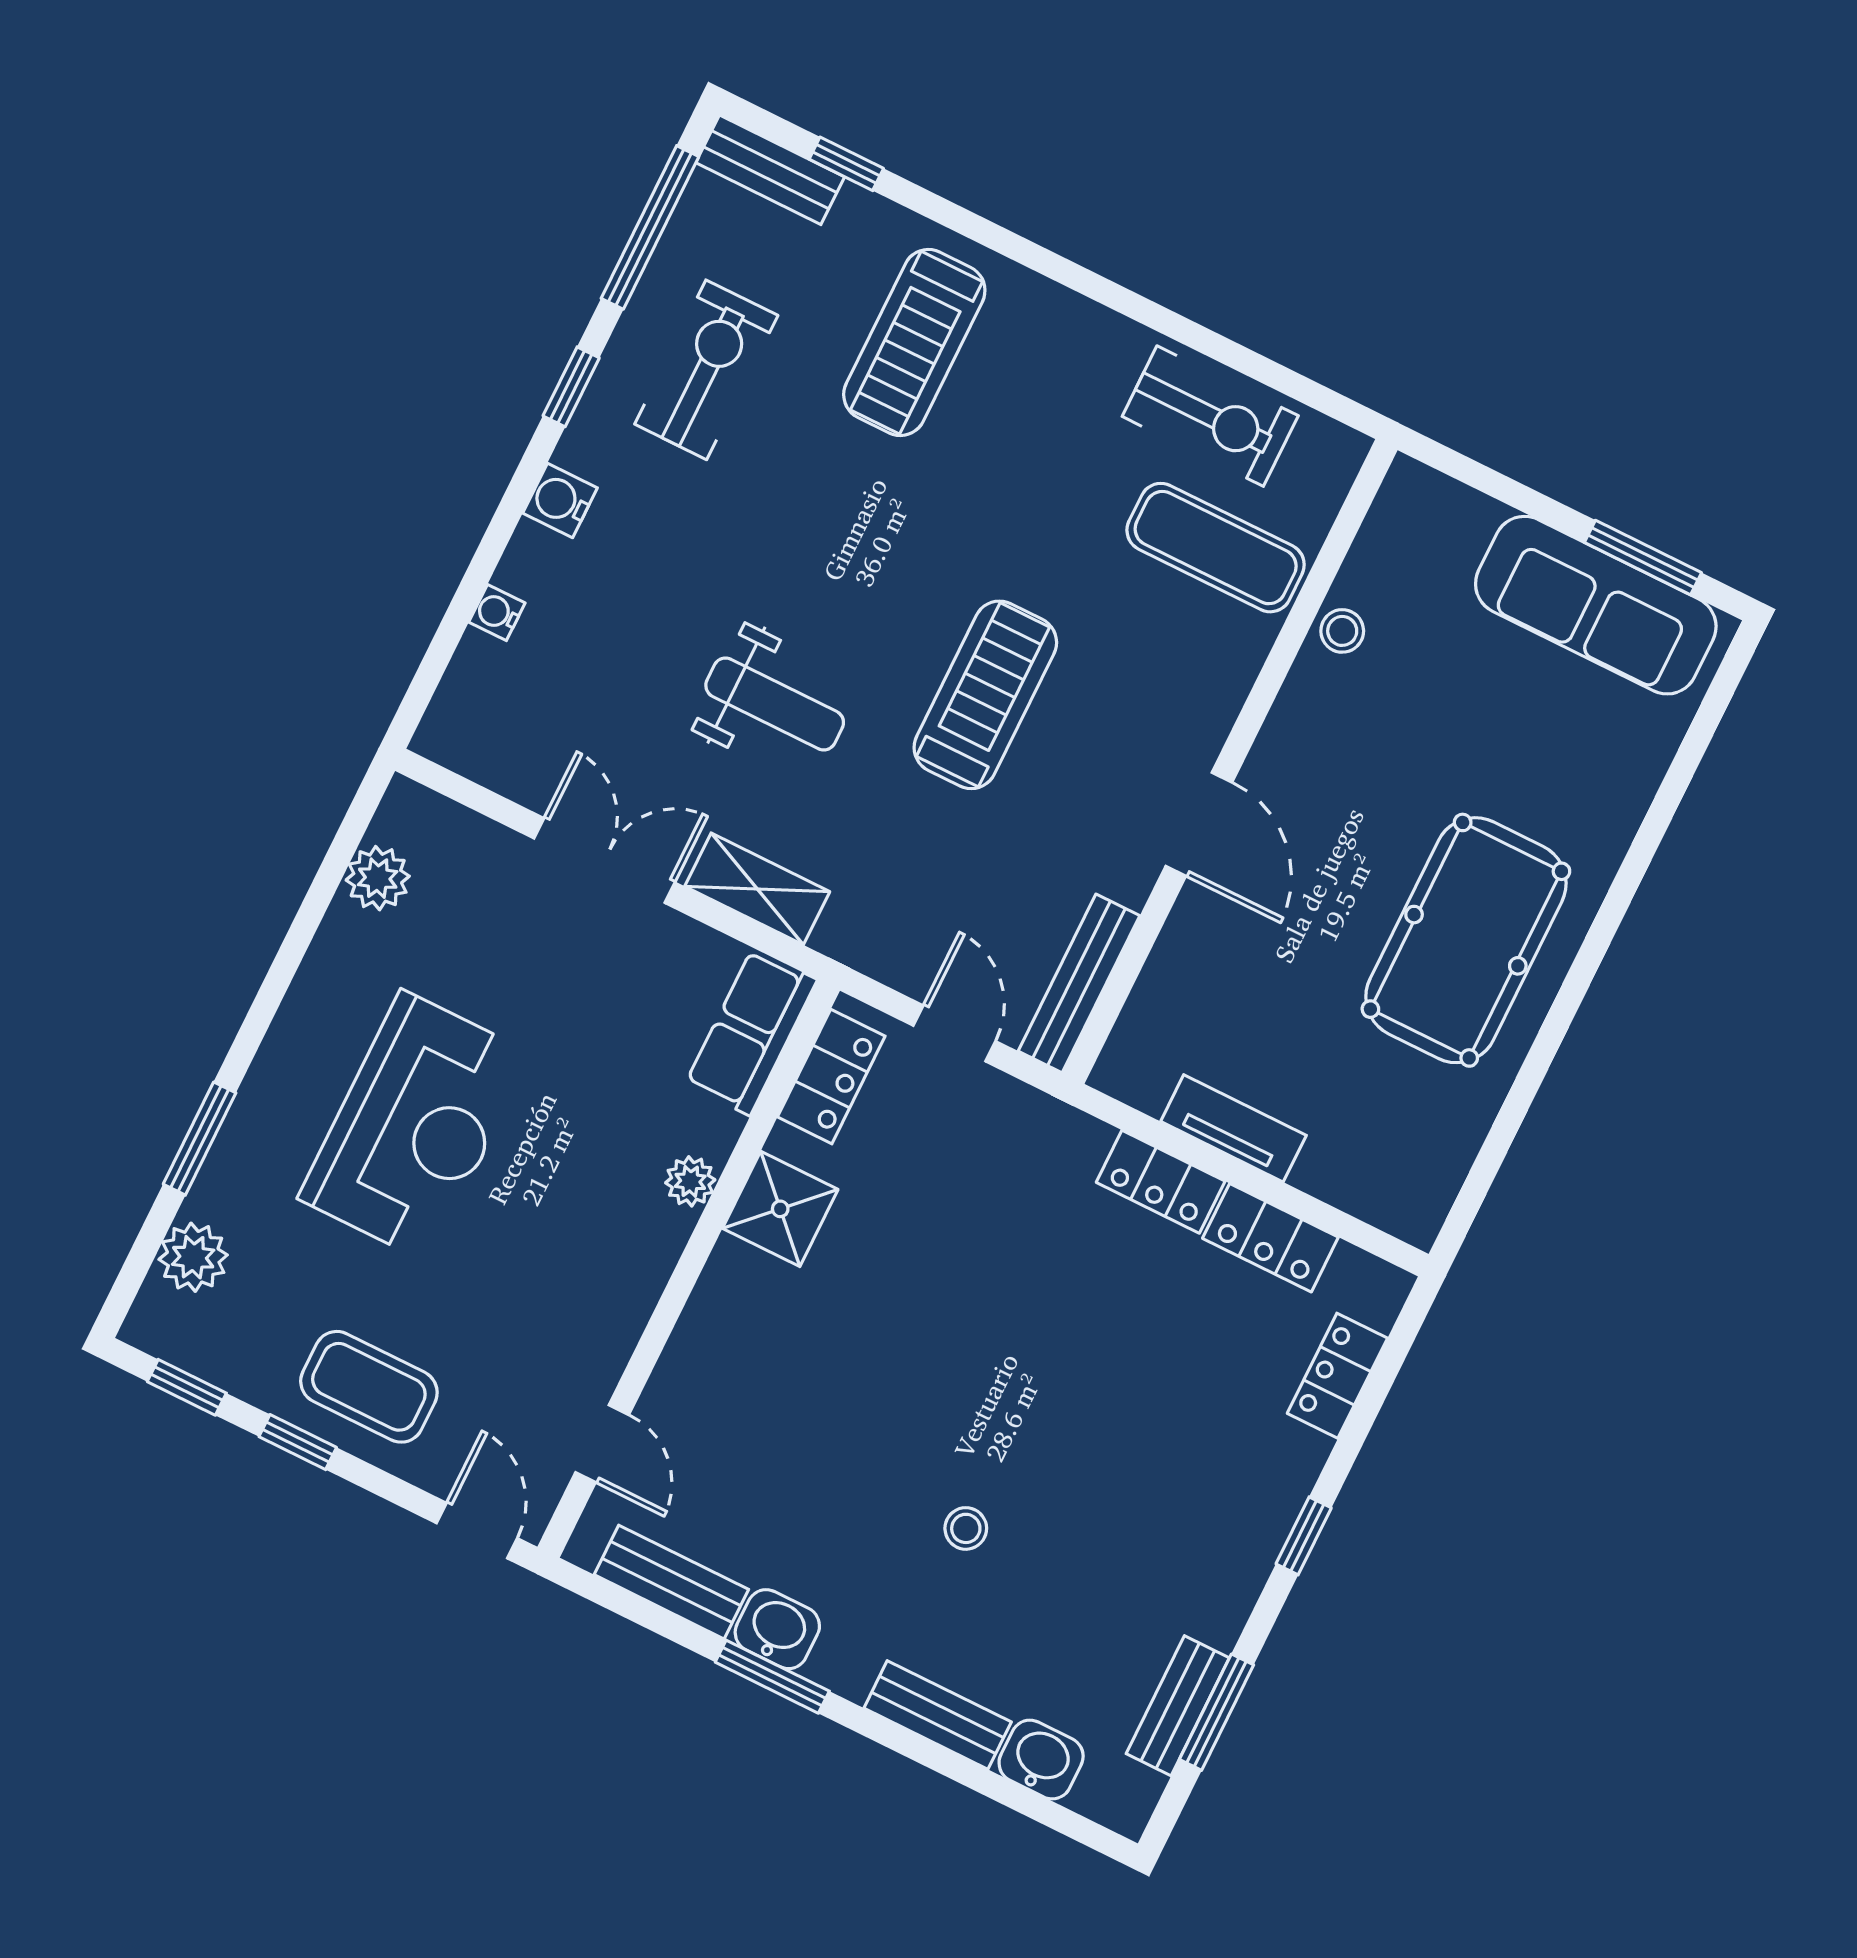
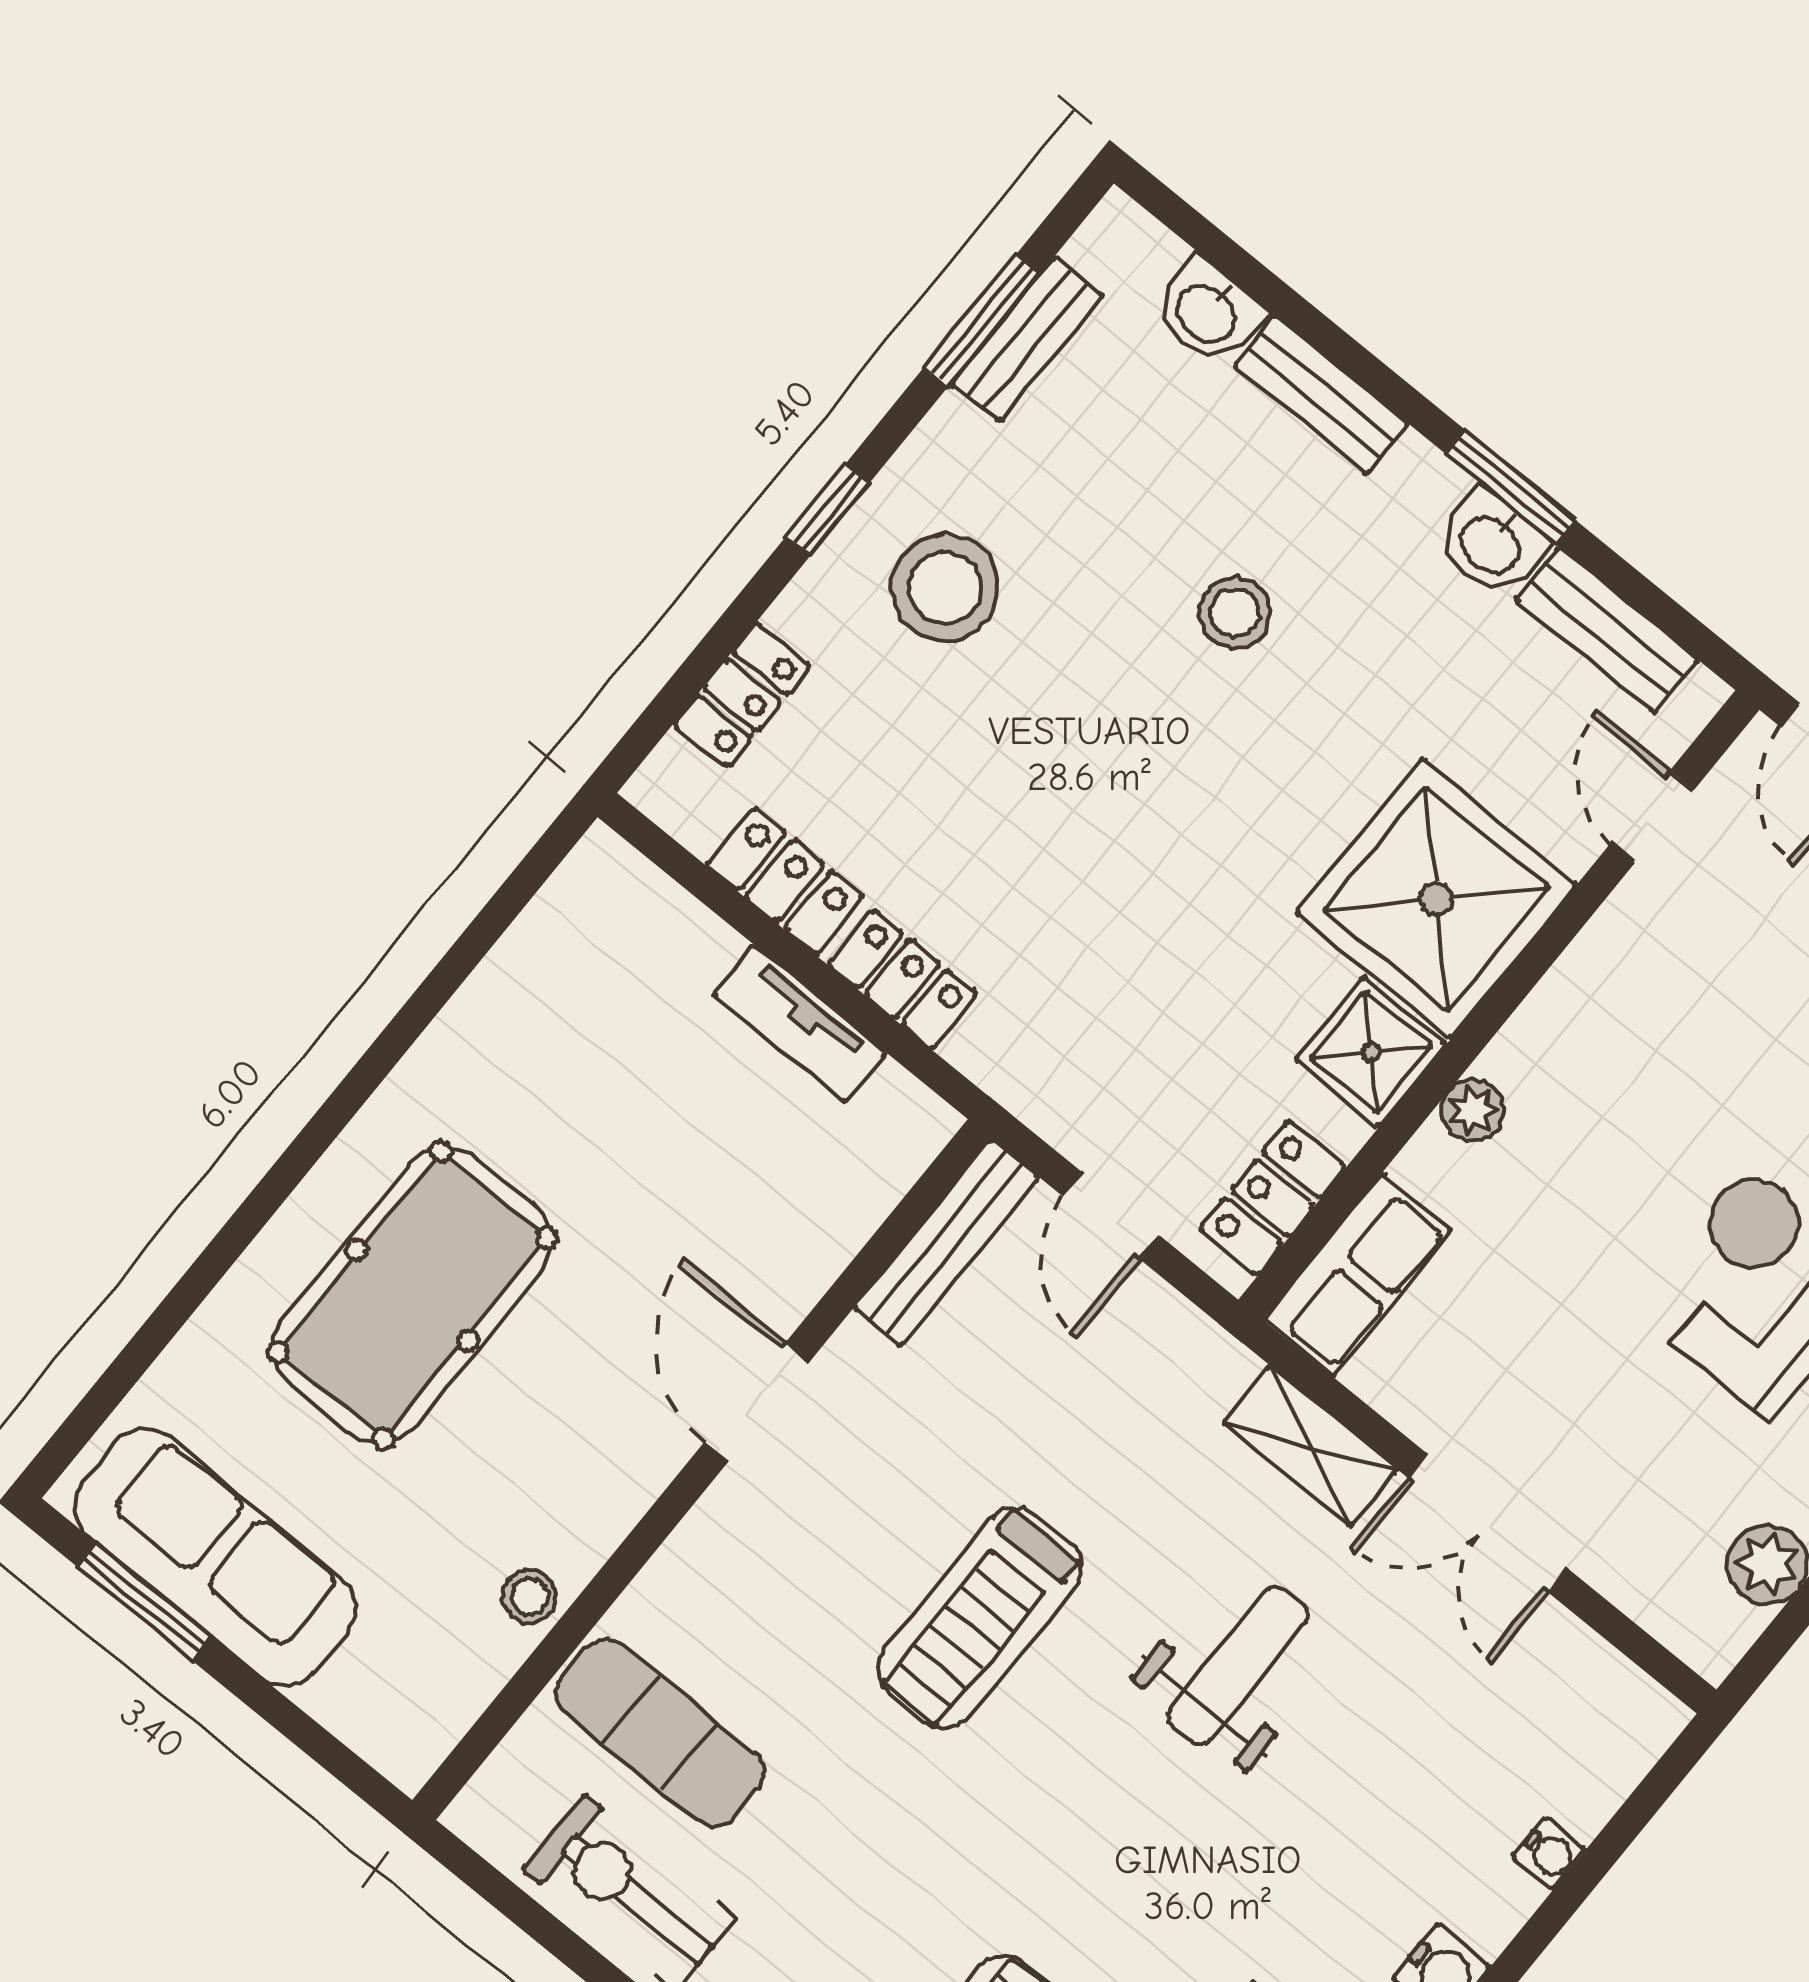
weight bench: (775, 704) -> (1238, 1665), turned 90
pool table: (1466, 940) -> (412, 1295), moved
shower: (757, 1340) -> (1436, 899), added
stool: (1197, 1496) -> (945, 588), added
stool: (966, 1528) -> (1235, 613), width x1.37, depth x1.37

